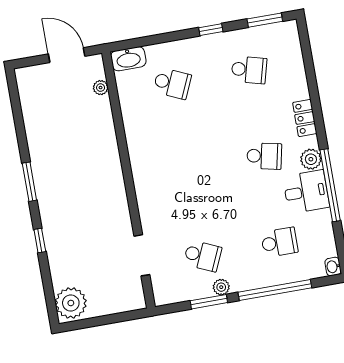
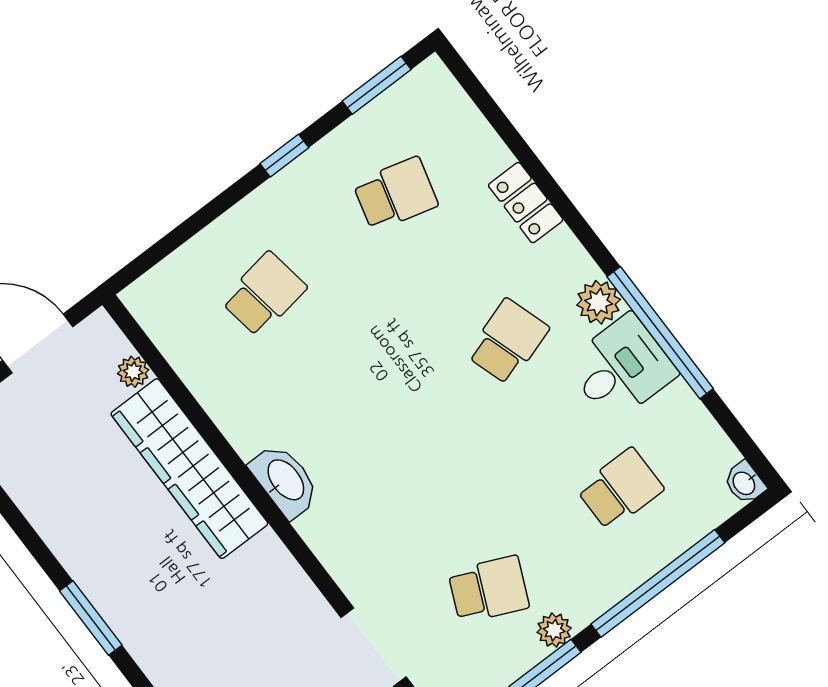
washbasin: (128, 59) -> (285, 481), moved, turned -90
school desk: (172, 83) -> (264, 294), turned -33
locker: (305, 118) -> (526, 203), moved
wardrobe: (103, 140) -> (189, 469), added
school desk: (264, 156) -> (508, 342), turned -30

